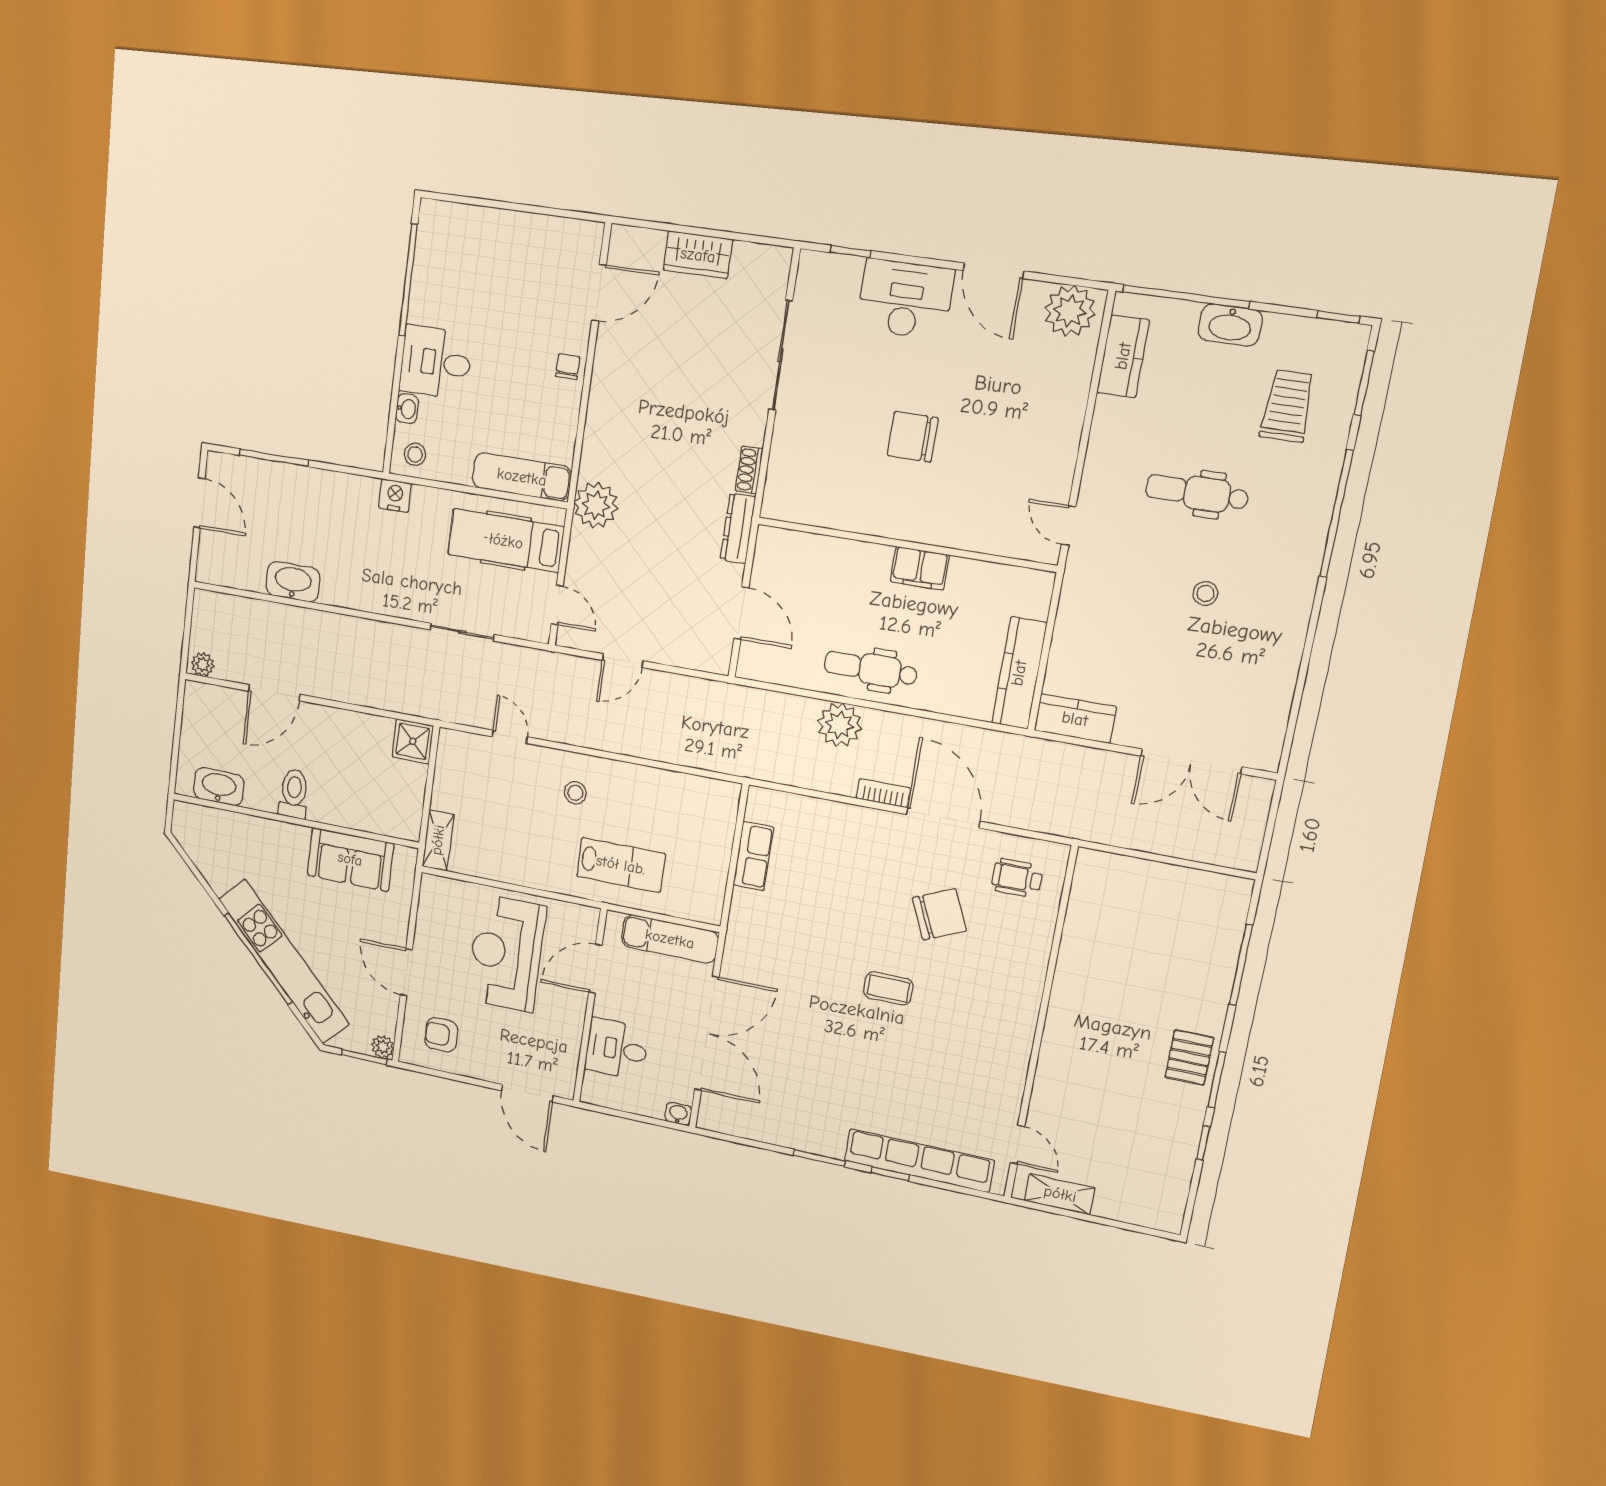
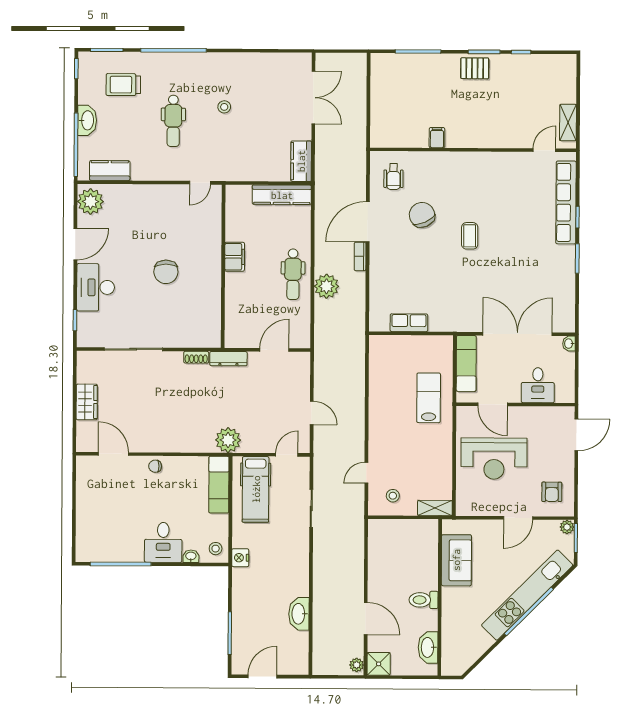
shower: (413, 741) -> (379, 664), moved
stool: (575, 793) -> (393, 496), moved
filing cabinet: (1074, 967) -> (437, 138), added

